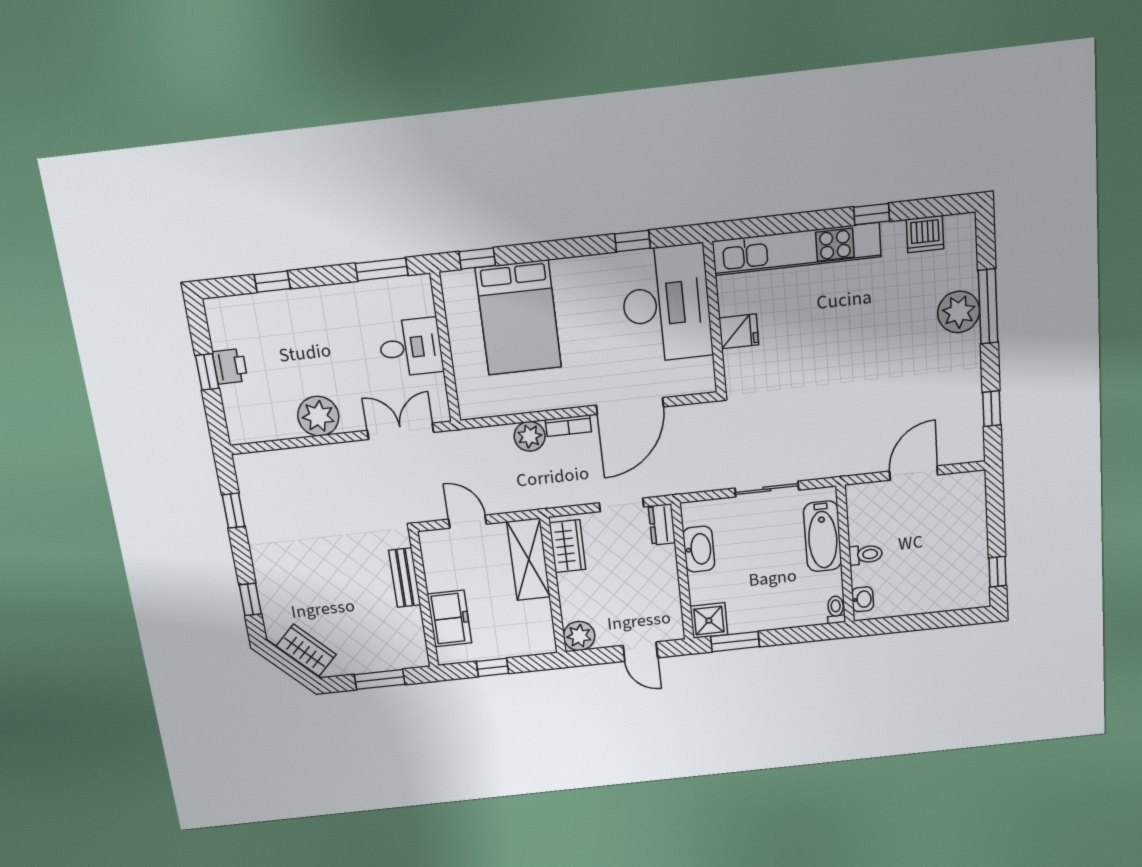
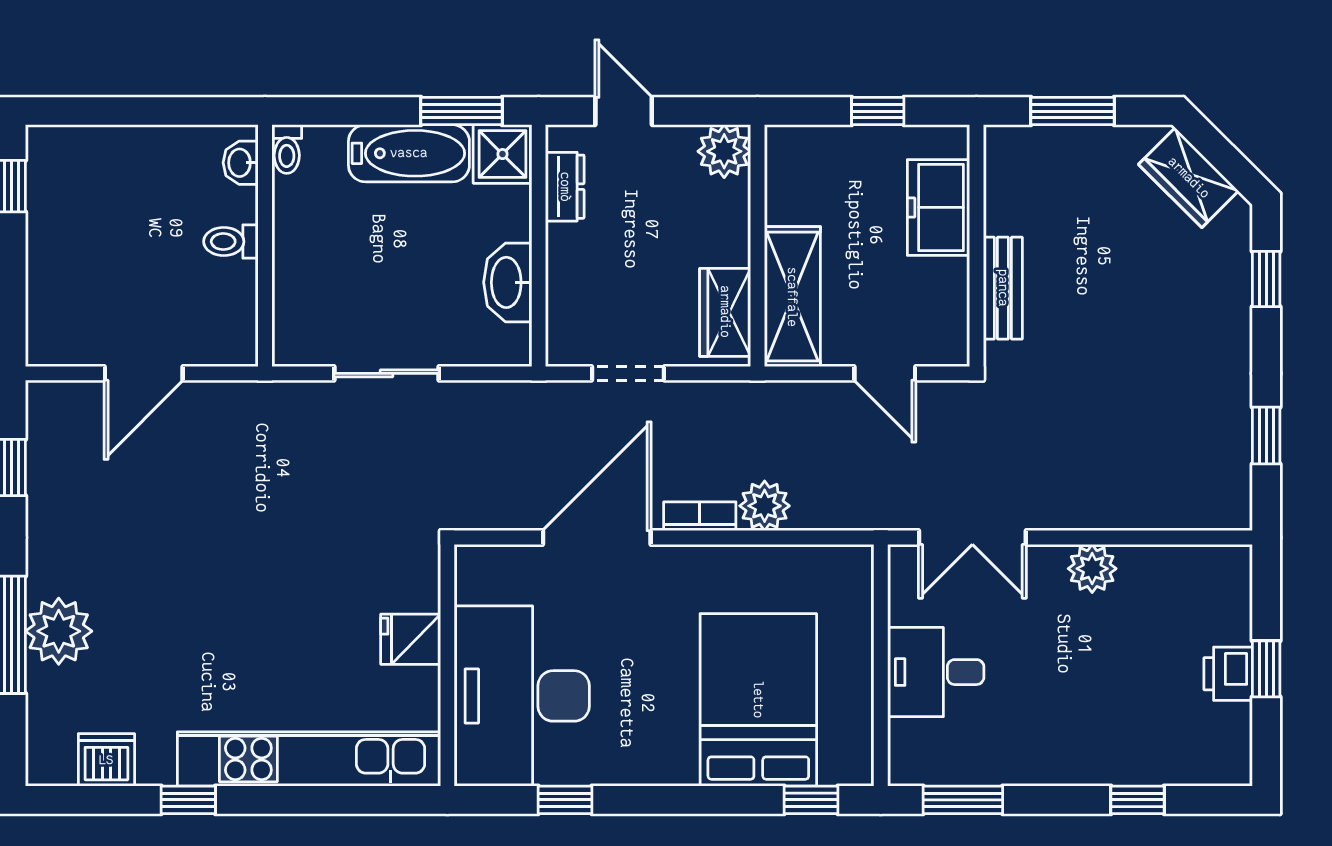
plant: (318, 416) -> (1092, 569), width x0.73, depth x0.73
dresser: (662, 524) -> (565, 187), moved
bathtub: (823, 536) -> (409, 153), moved, turned 90

